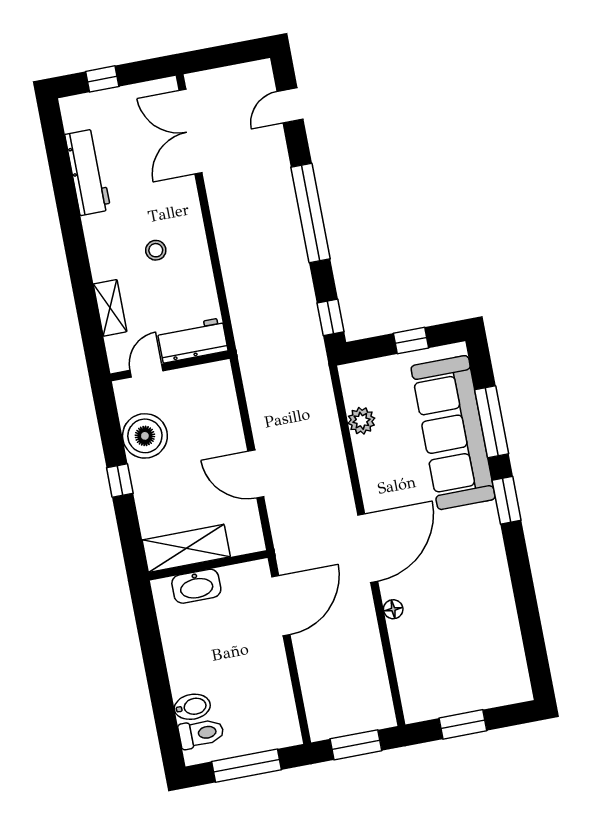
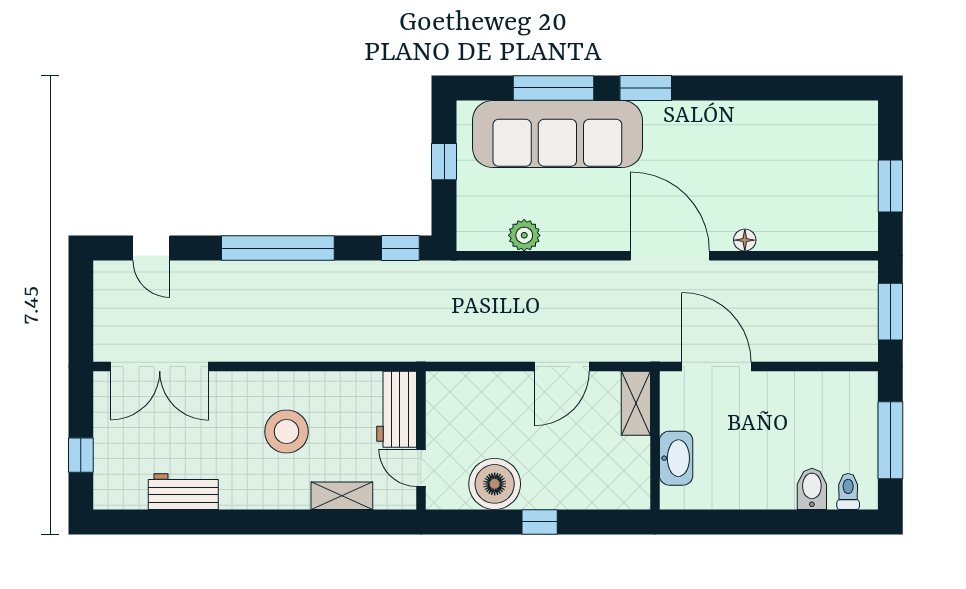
workbench: (88, 172) -> (183, 492), width x0.73
stool: (156, 250) -> (287, 432), width x1.89, depth x1.89
shelving: (186, 548) -> (636, 403), moved, width x0.67, depth x0.75
toilet: (201, 733) -> (848, 492), width x0.73, depth x0.72

